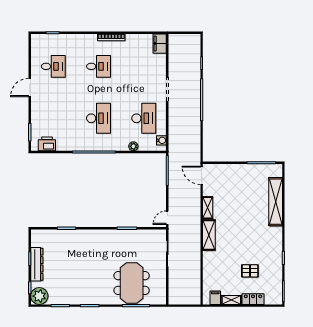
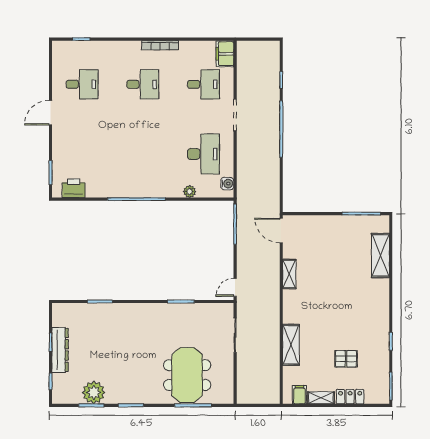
desk: (99, 118) -> (203, 84), moved, width x0.73
shelving: (276, 202) -> (380, 255), width x0.68
shelving: (209, 235) -> (291, 345), moved
plant: (39, 296) -> (94, 392), moved

